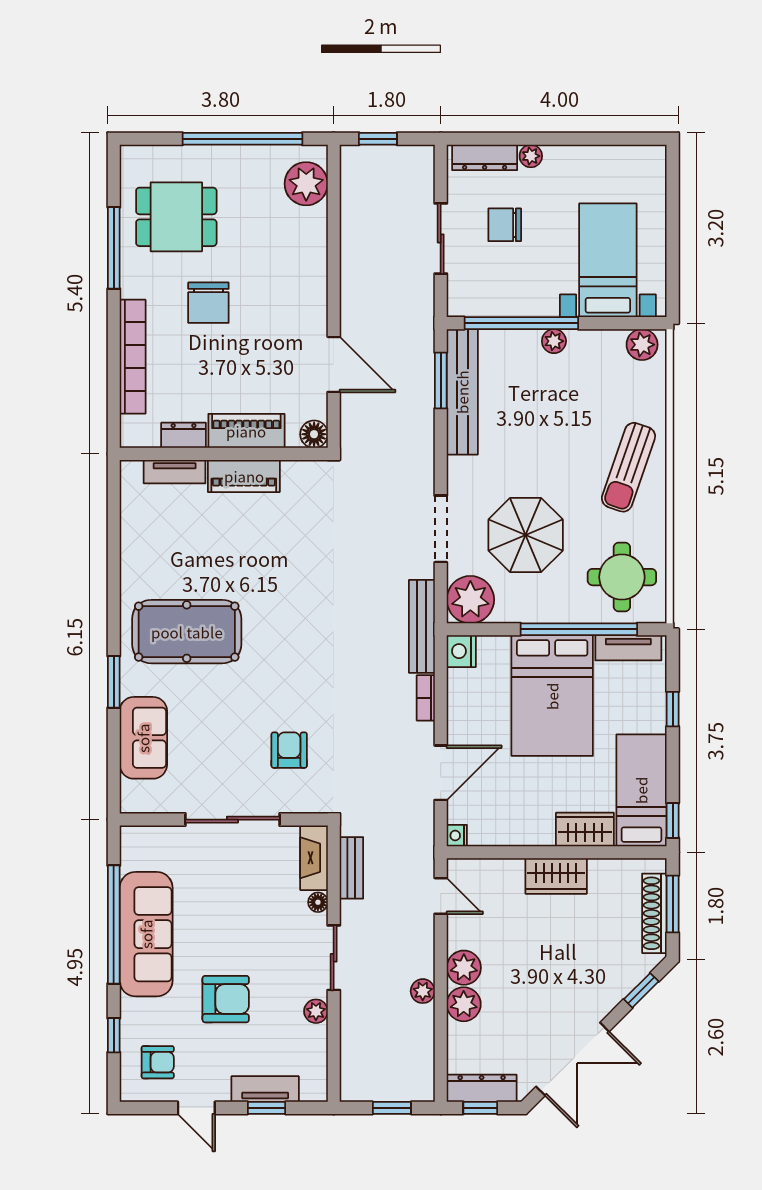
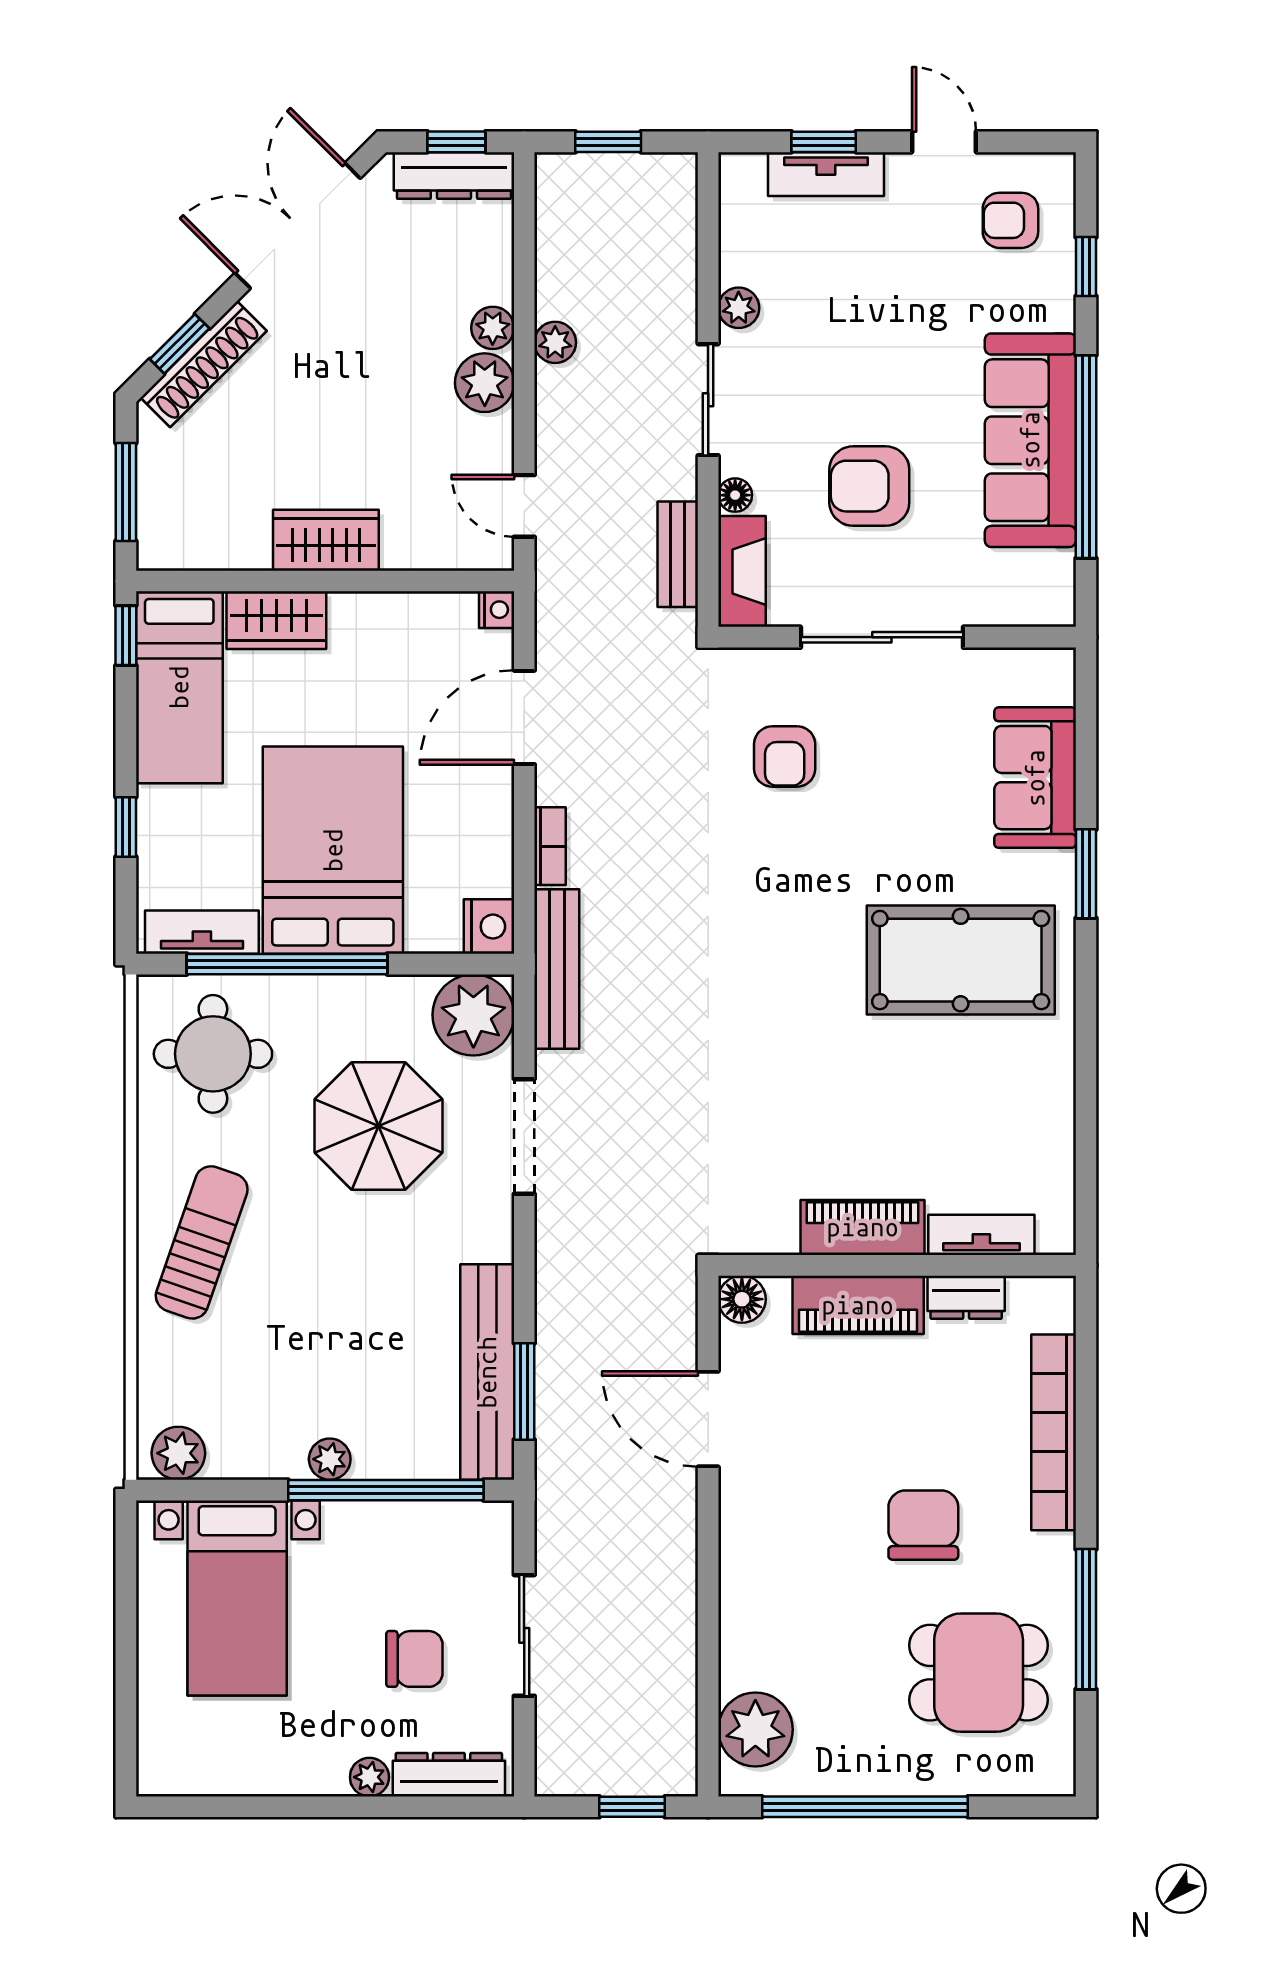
shoe rack: (654, 913) -> (204, 364), moved, turned 45
armchair: (226, 999) -> (869, 486), moved
plant: (464, 1004) -> (493, 328), width x0.73, depth x0.73

